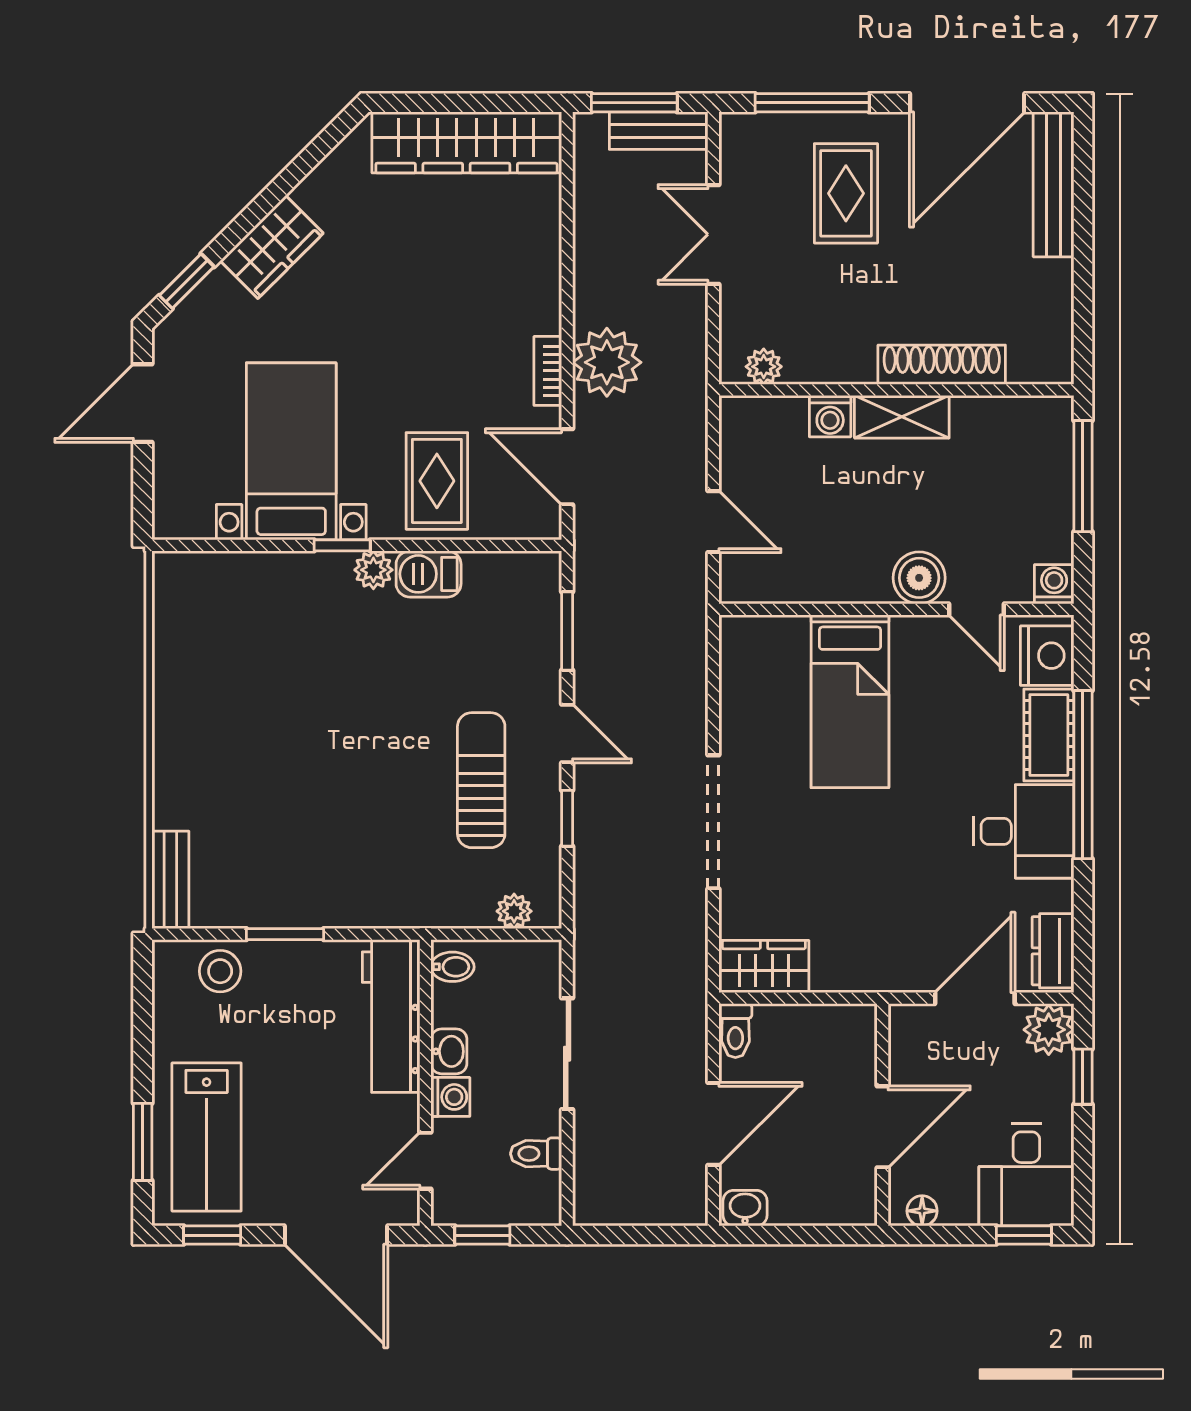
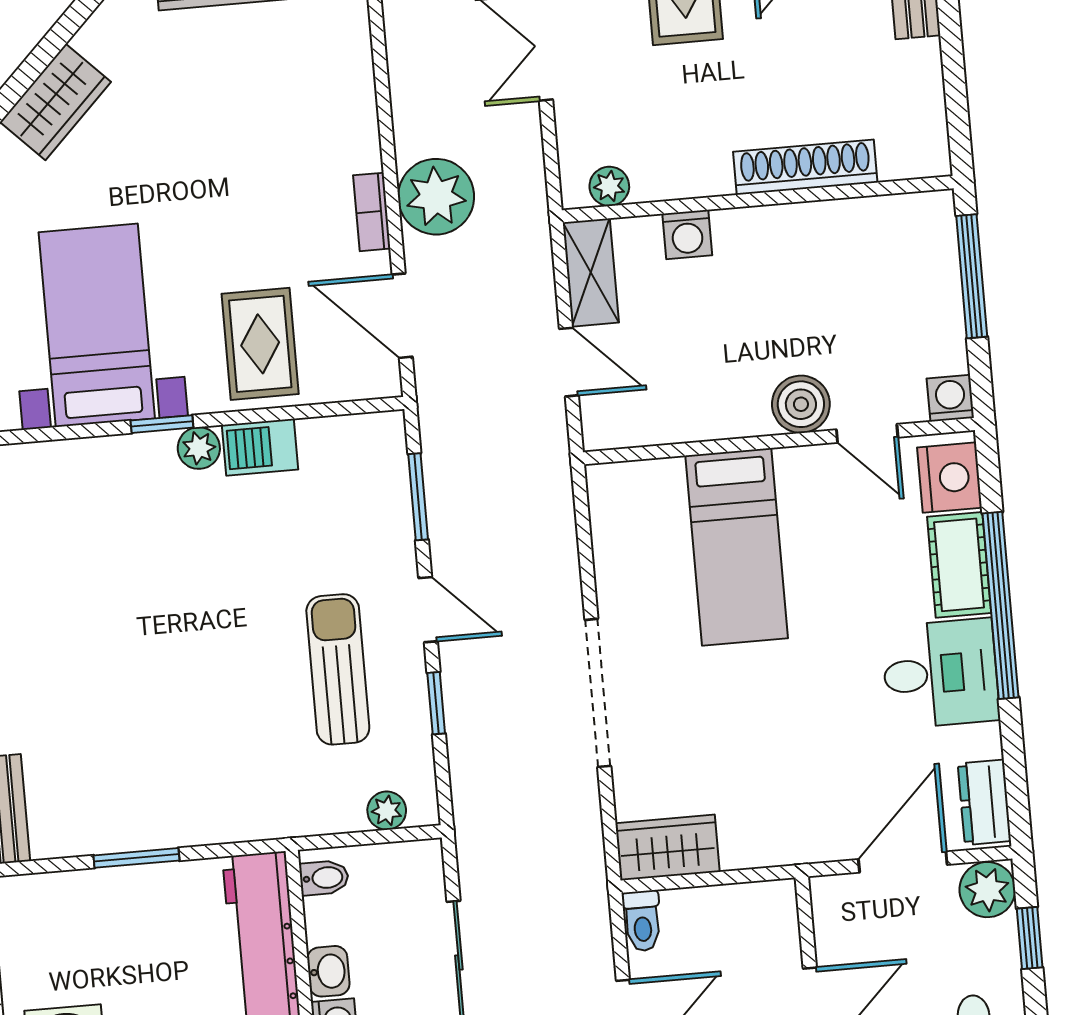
shelving: (902, 417) -> (591, 273), moved, turned 90
stool: (220, 971) -> (69, 905), removed

